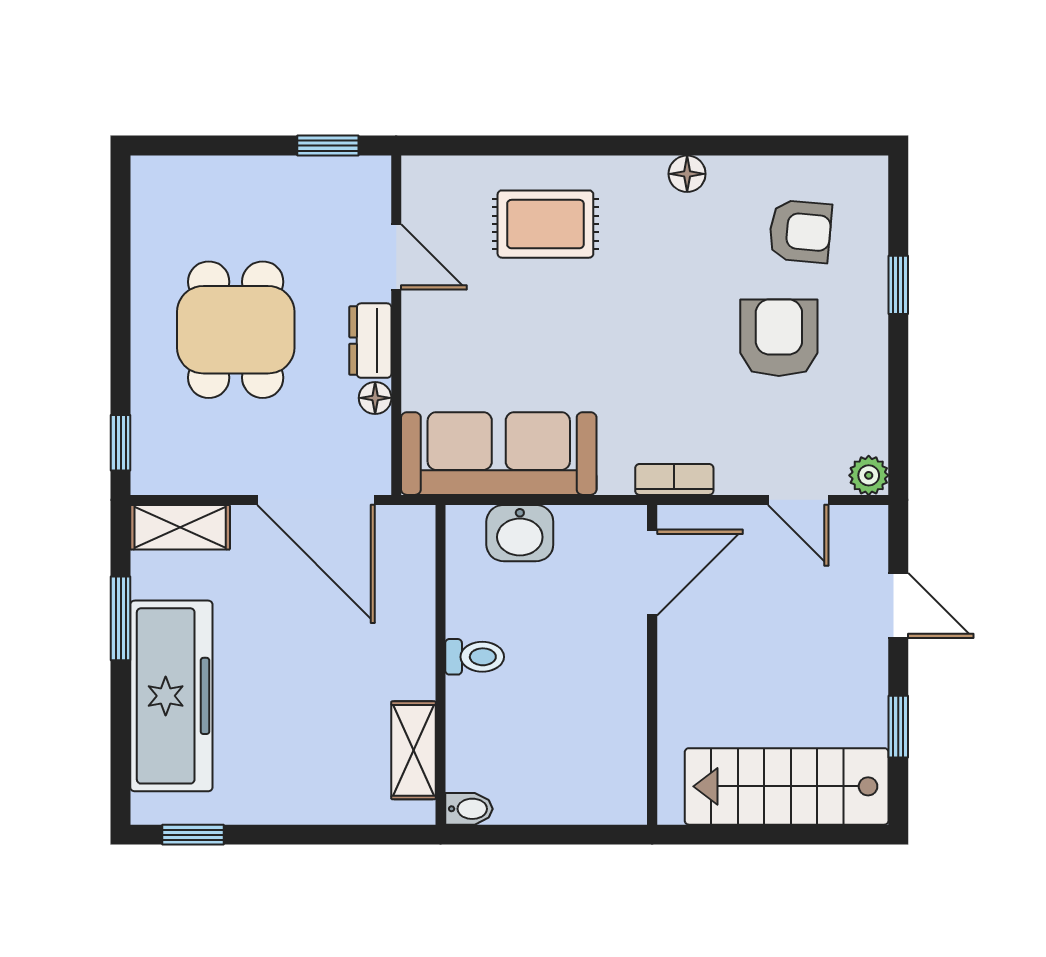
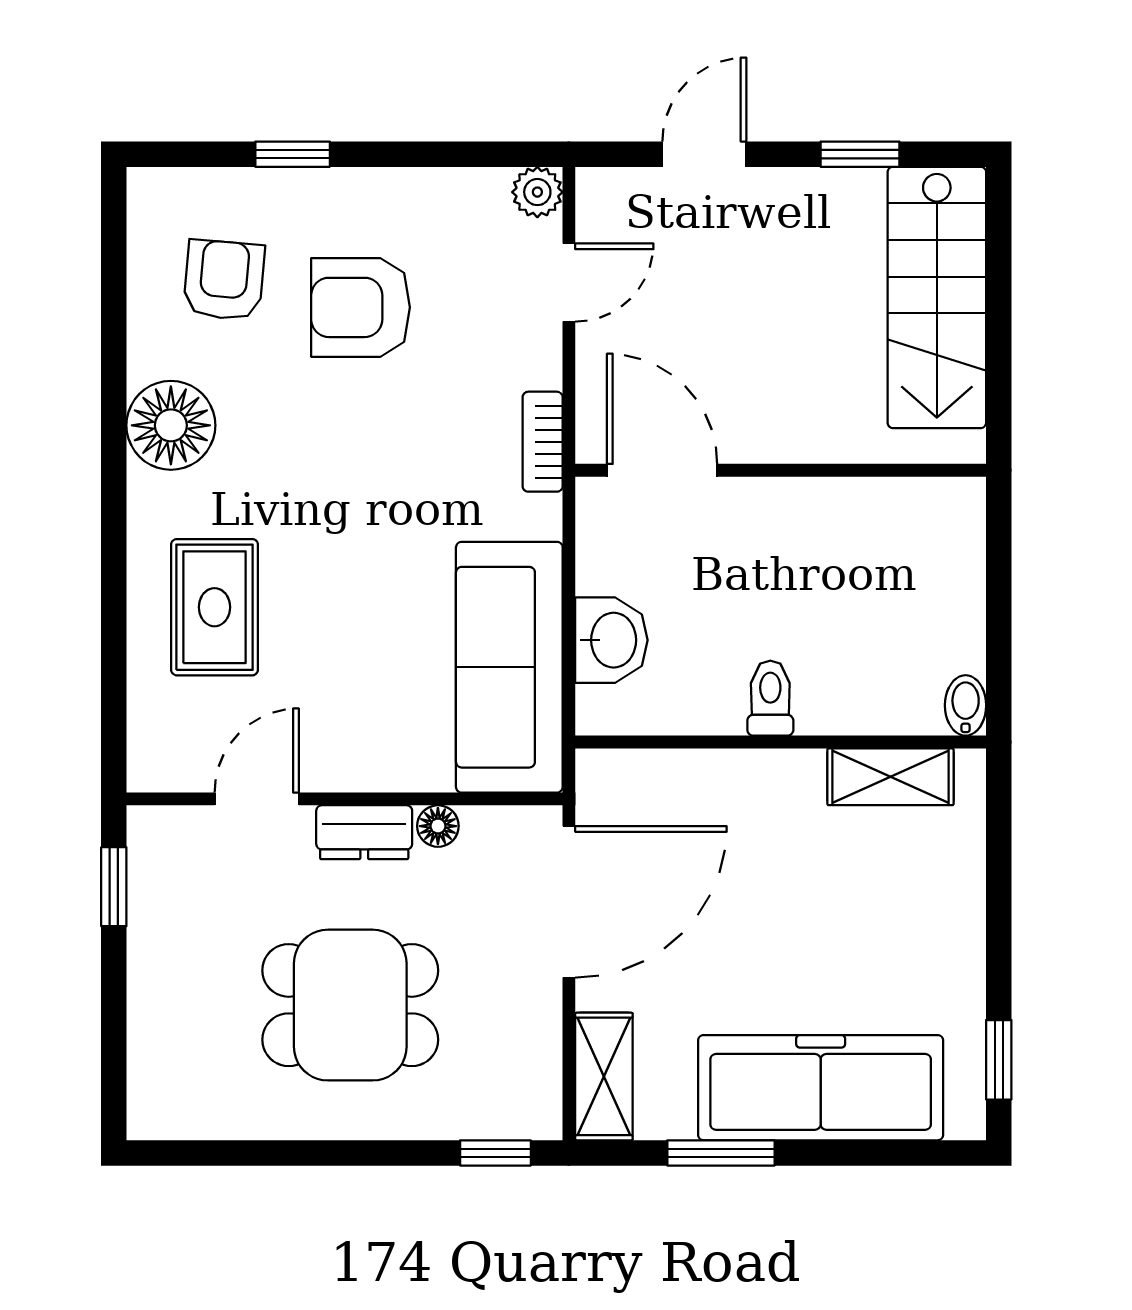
floor lamp: (687, 174) -> (171, 425), width x1.89, depth x1.89

